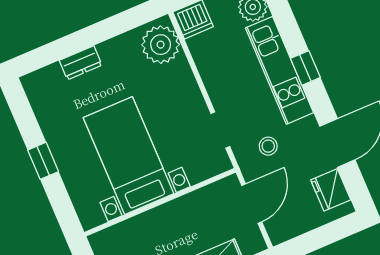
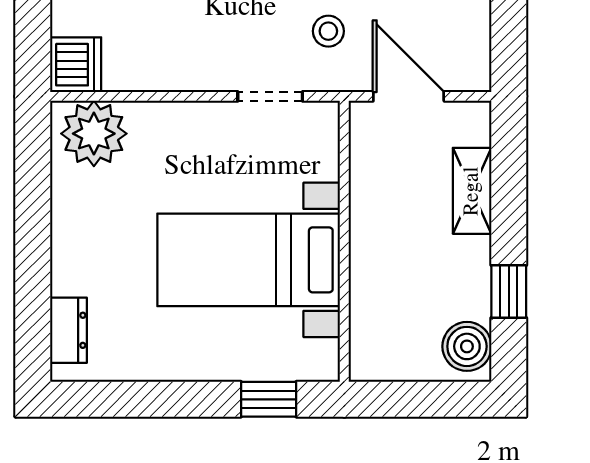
dresser: (81, 63) -> (68, 330), moved
window: (43, 161) -> (269, 399), moved

